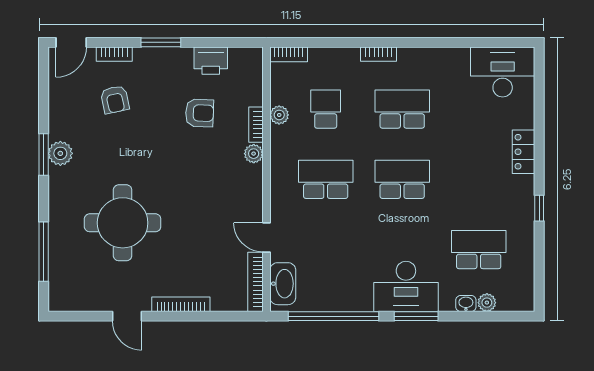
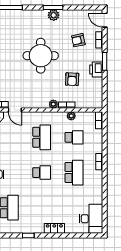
printer: (211, 61) -> (96, 69), moved
school desk: (402, 179) -> (42, 173), width x0.54
round table: (123, 223) -> (41, 56), moved
door: (266, 237) -> (15, 110), swing flipped

